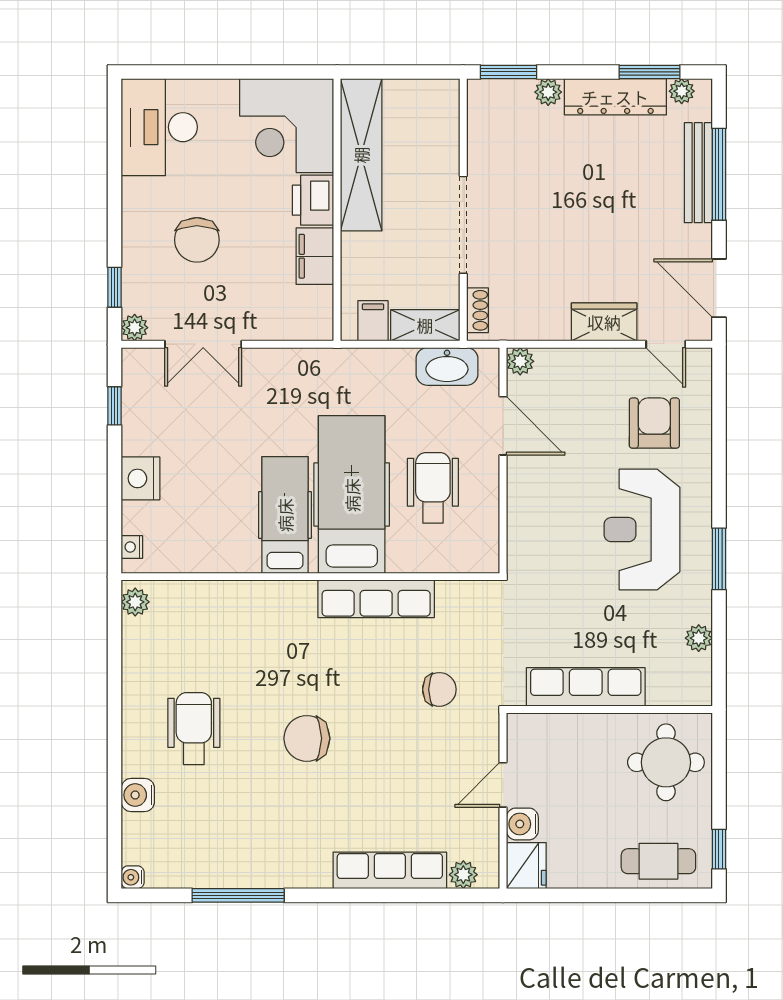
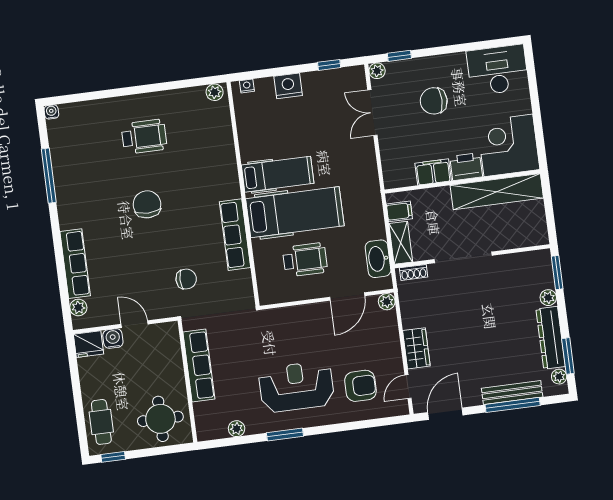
chair: (439, 689) -> (186, 279), turned -90
water cooler: (138, 795) -> (100, 109), removed

